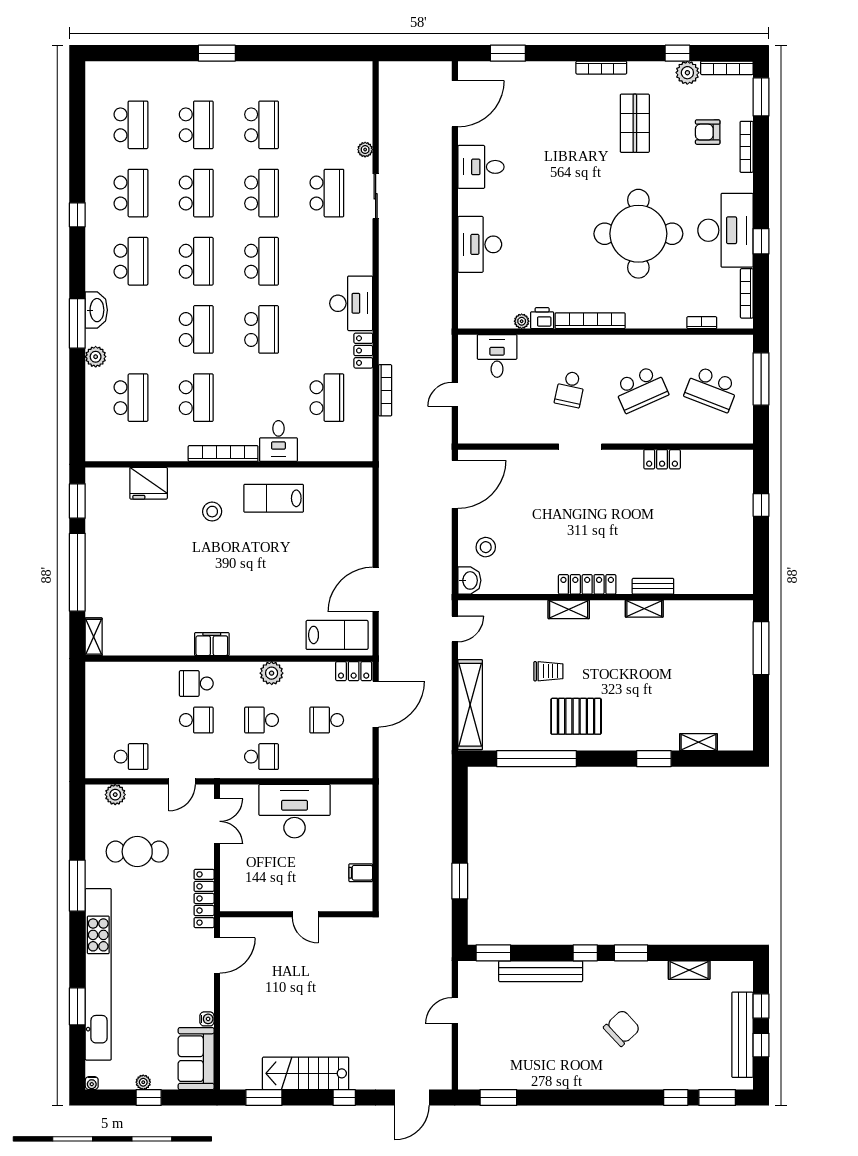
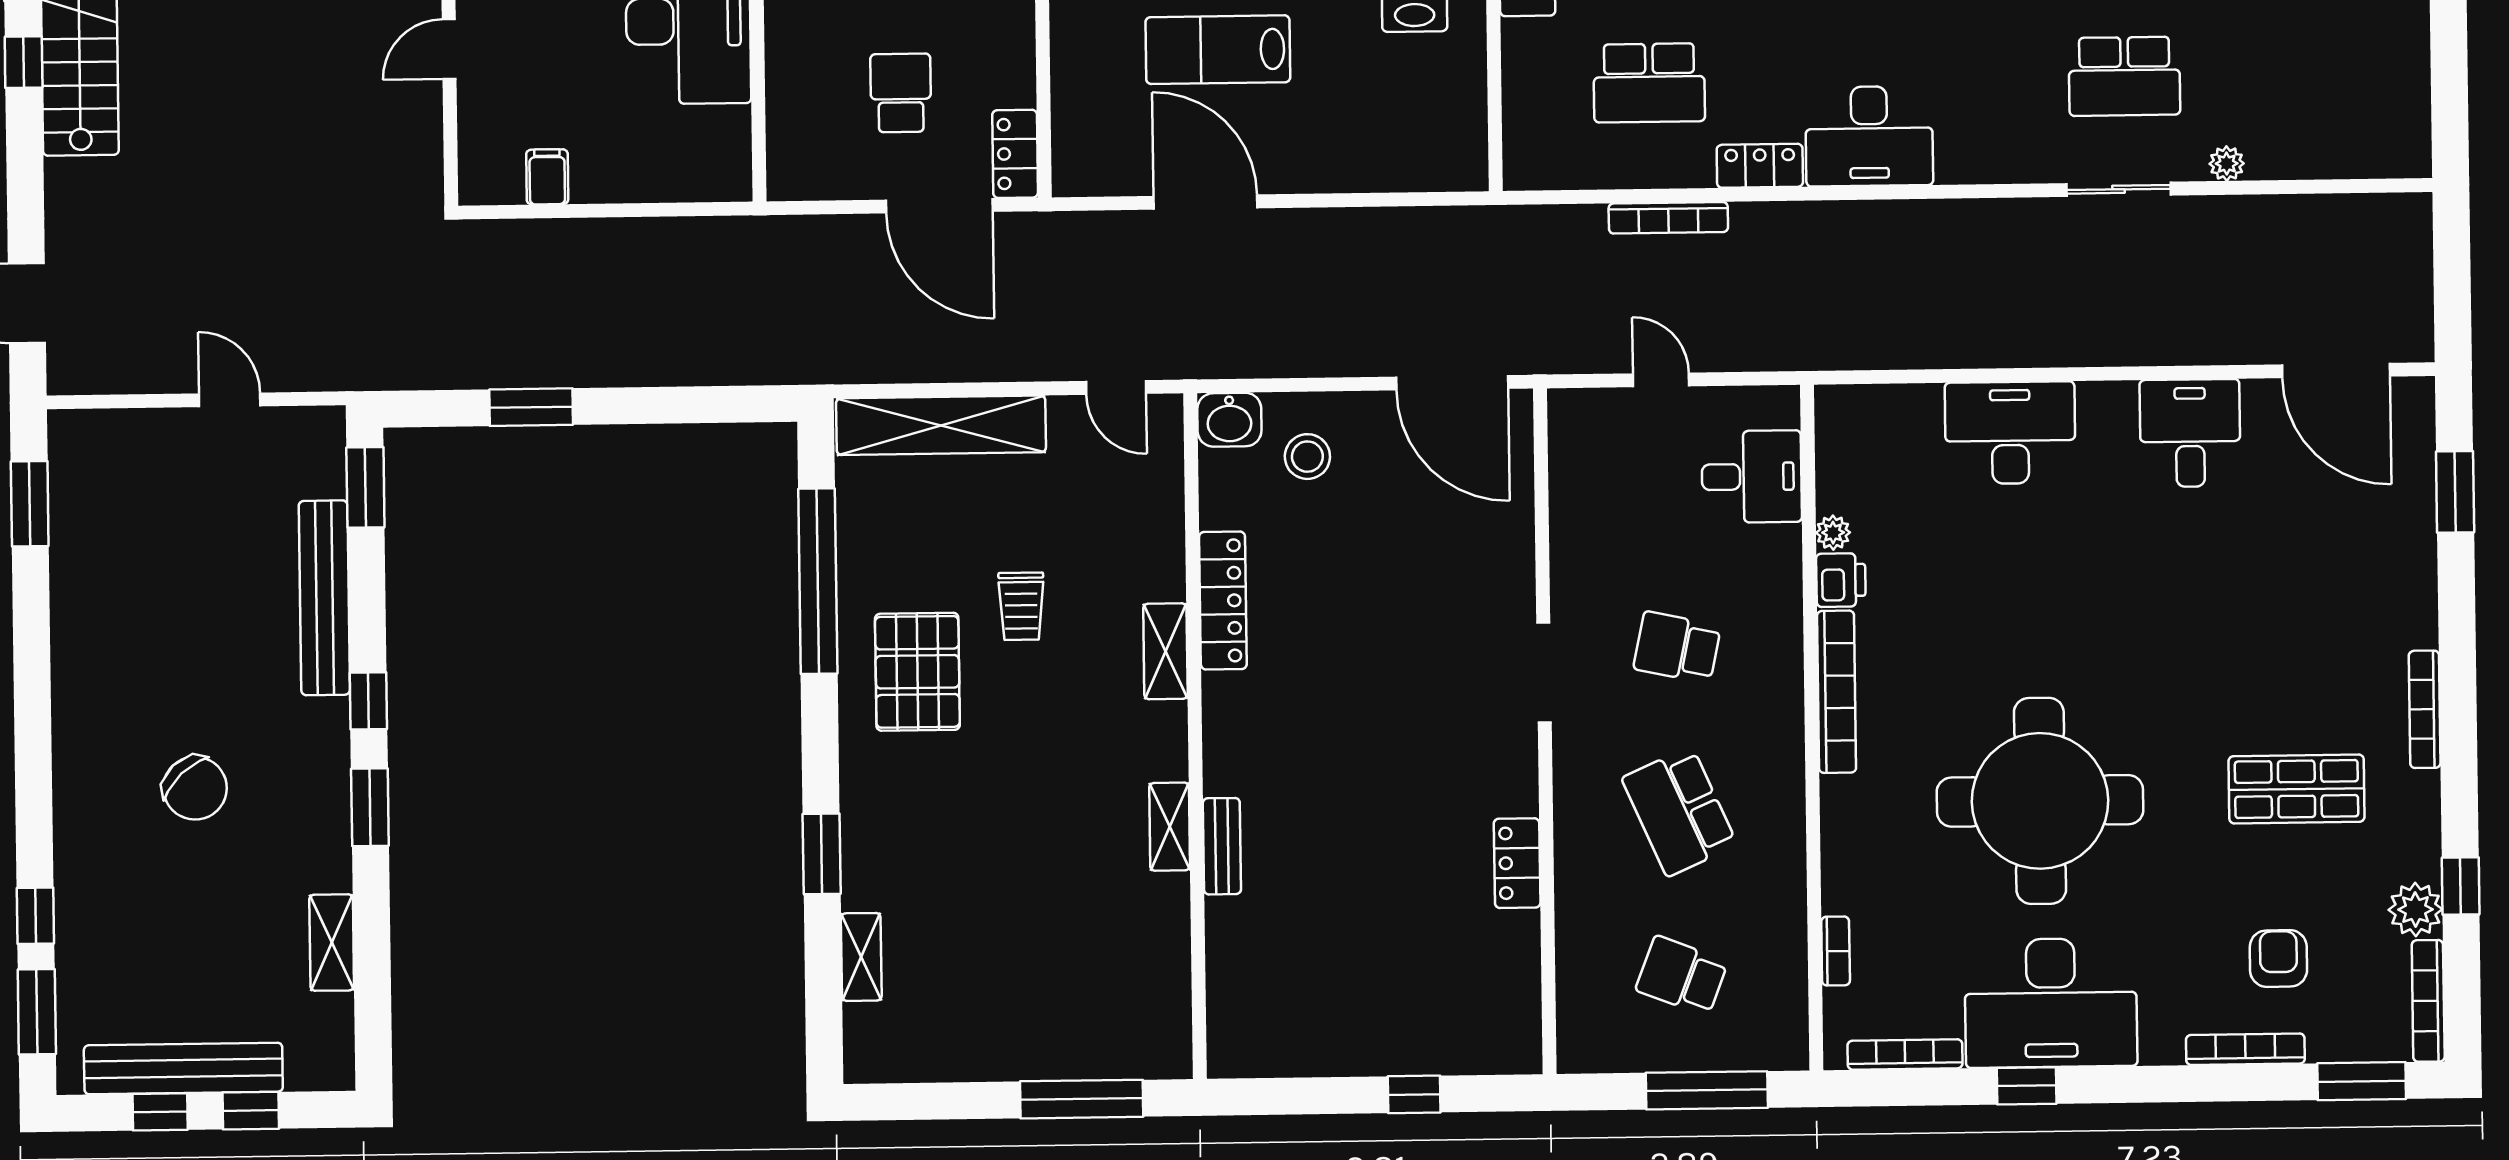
school desk: (712, 389) -> (1682, 976), width x0.54
locker: (587, 584) -> (1223, 600), moved
lab bench: (337, 635) -> (1218, 50), moved, turned 90
window: (344, 1098) -> (24, 62), moved

